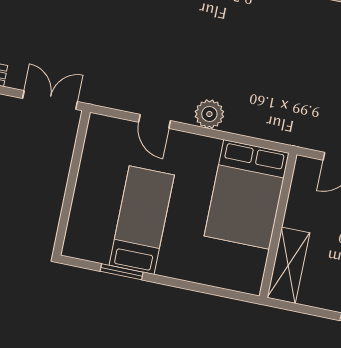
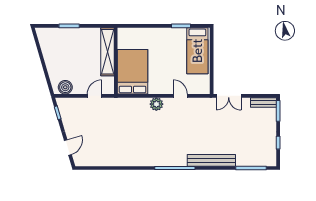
bed: (142, 220) -> (197, 51), moved
shelving: (288, 265) -> (107, 52), width x1.47

